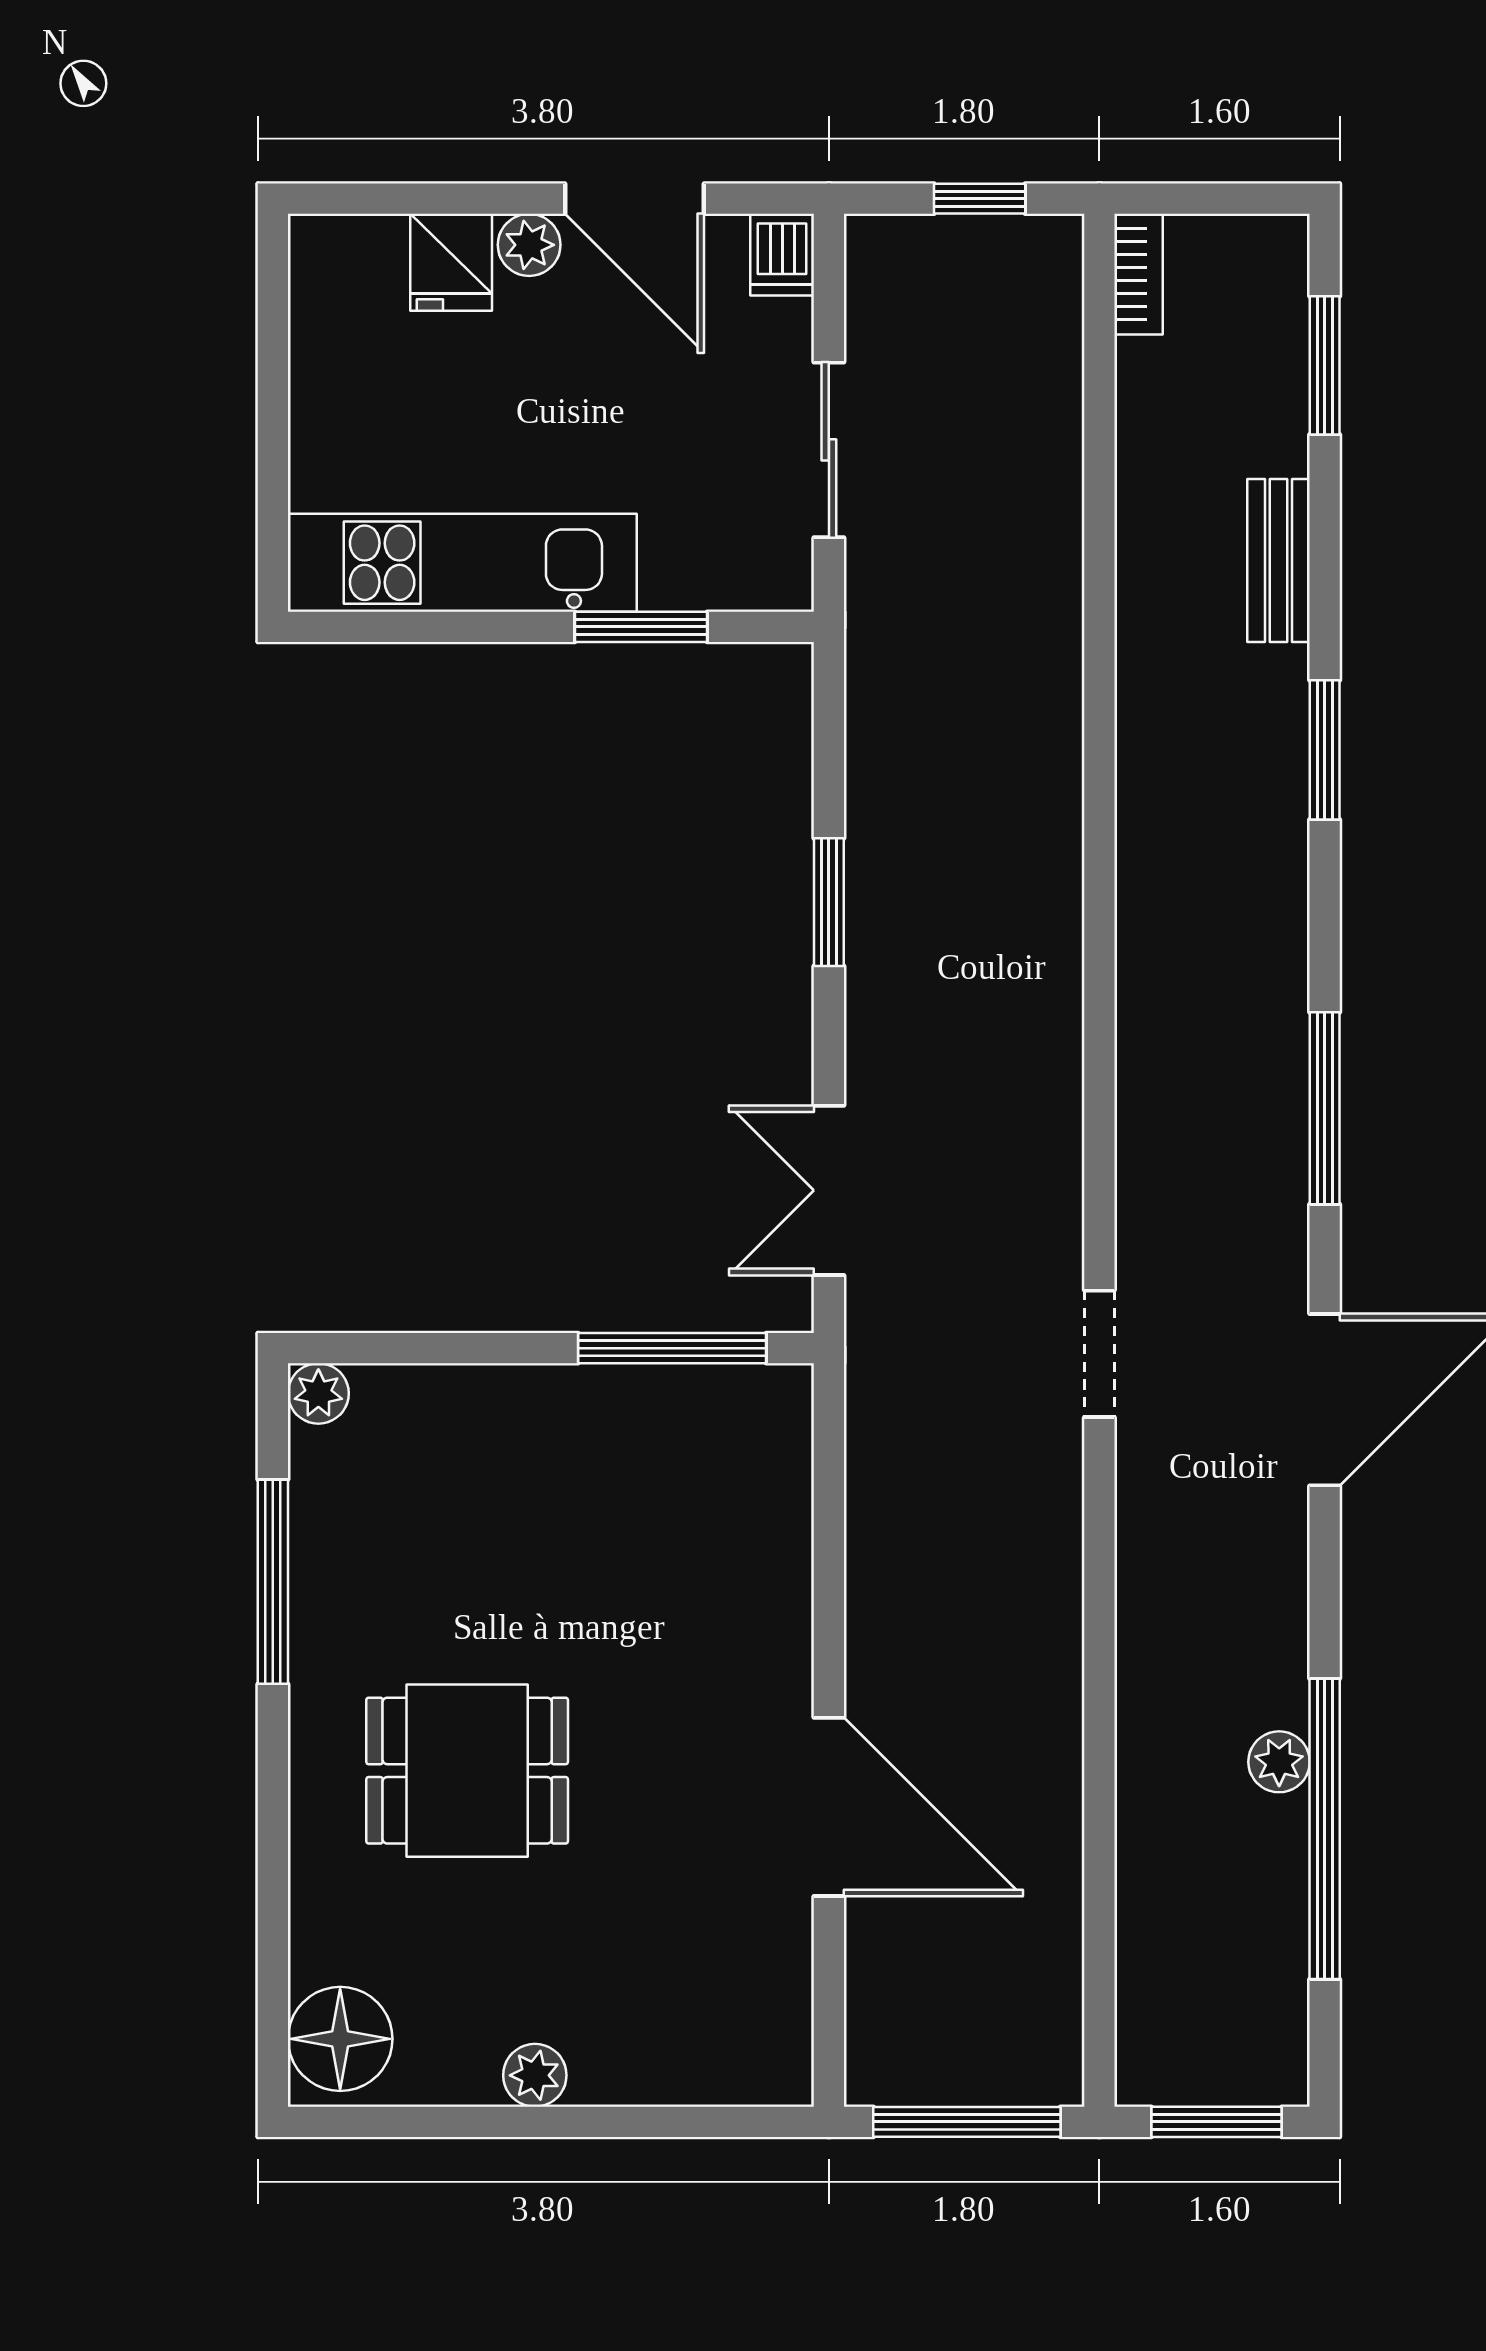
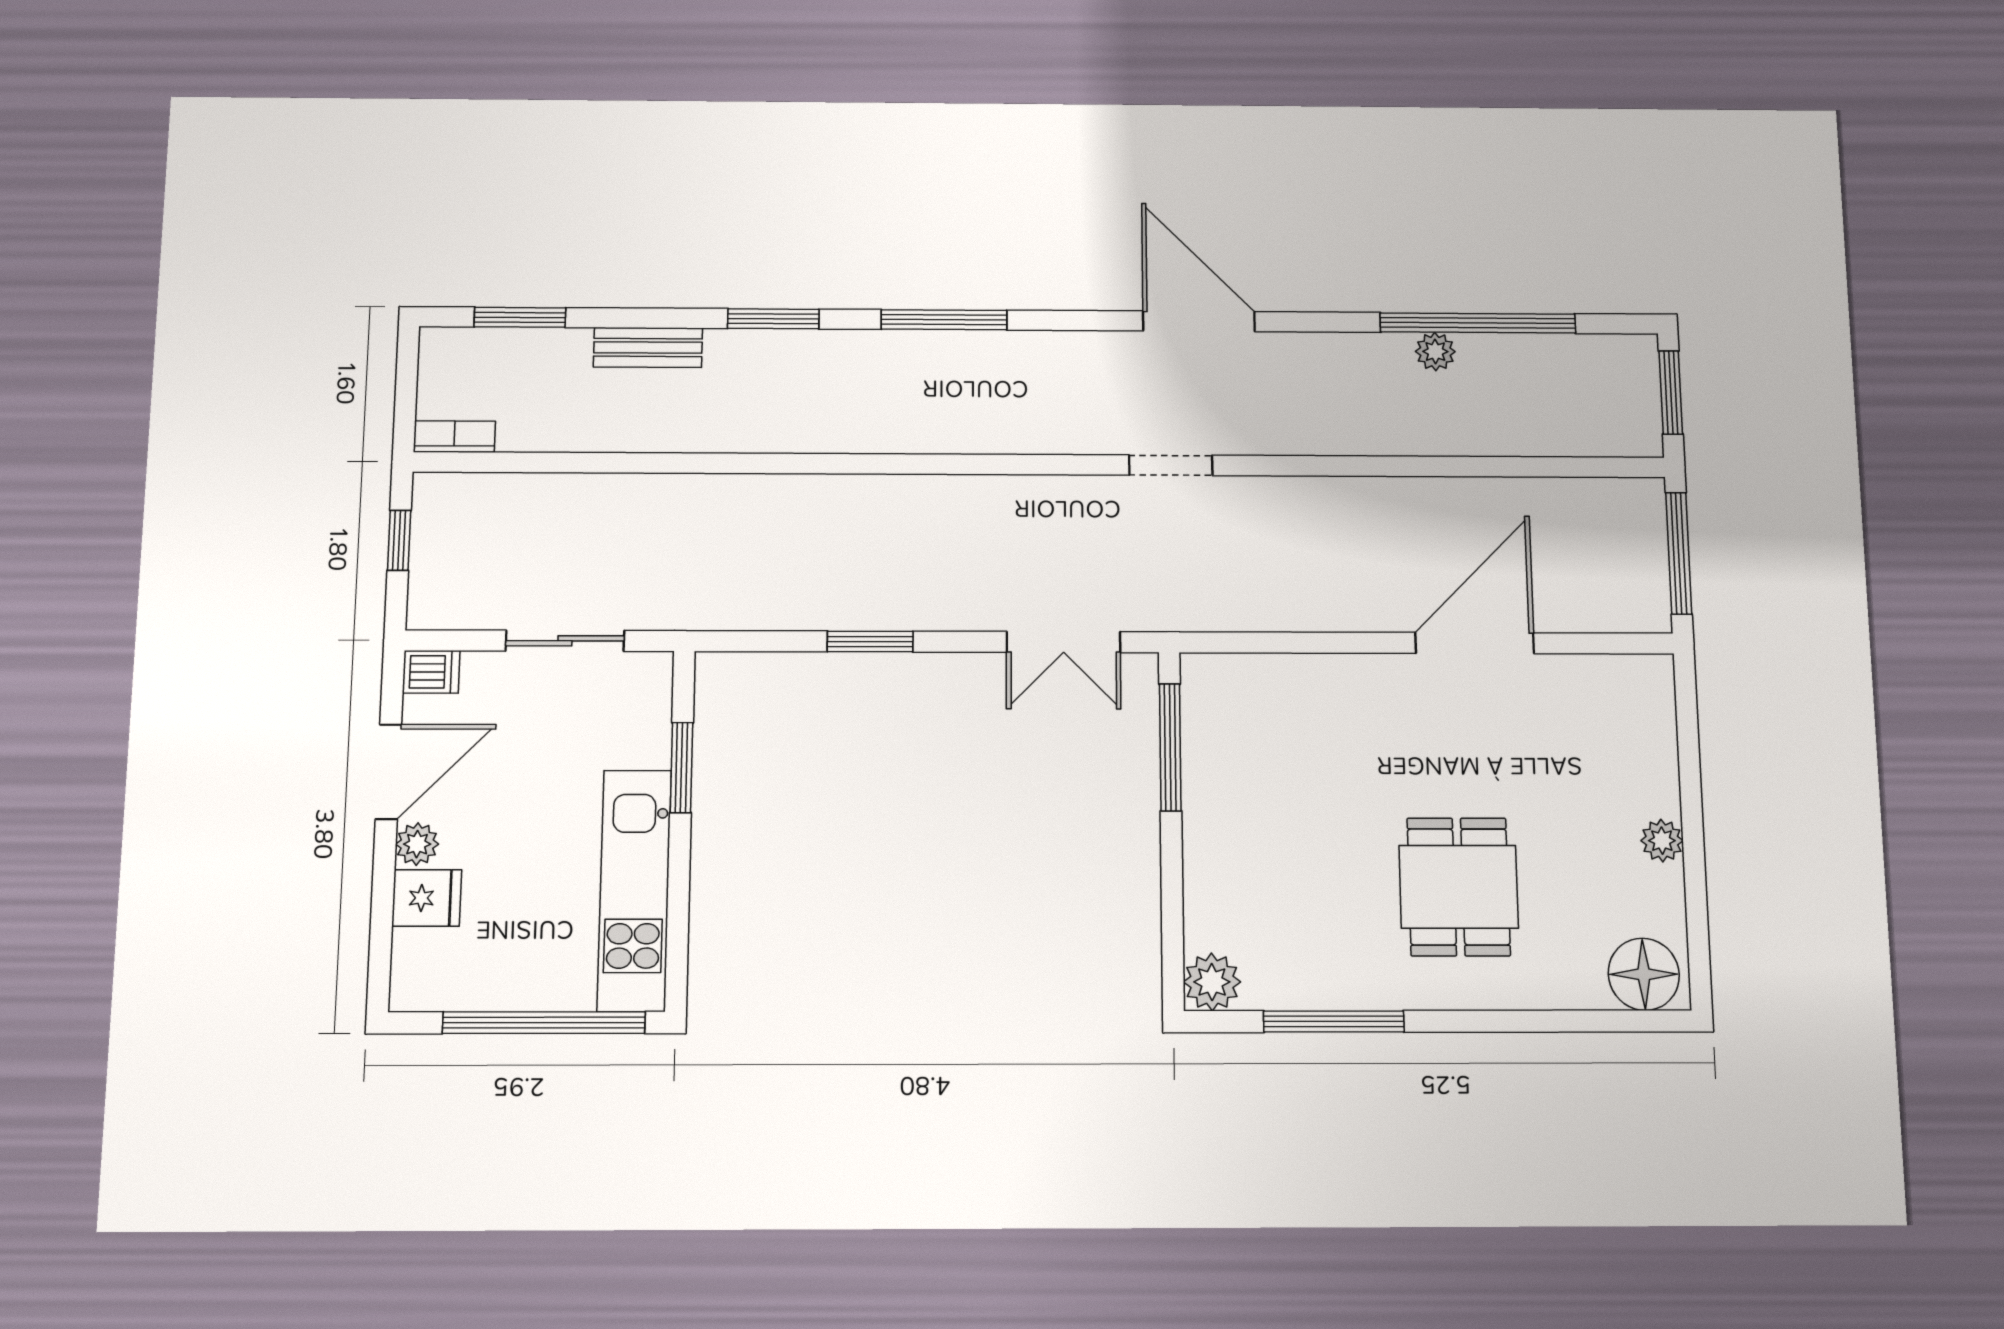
window: (273, 438) -> (544, 1023), added
window: (1325, 1108) -> (944, 320), moved
plant: (318, 1393) -> (1212, 982), width x1.38, depth x1.38

